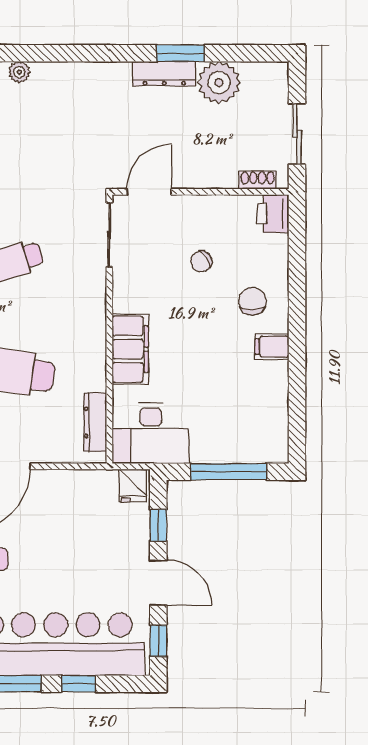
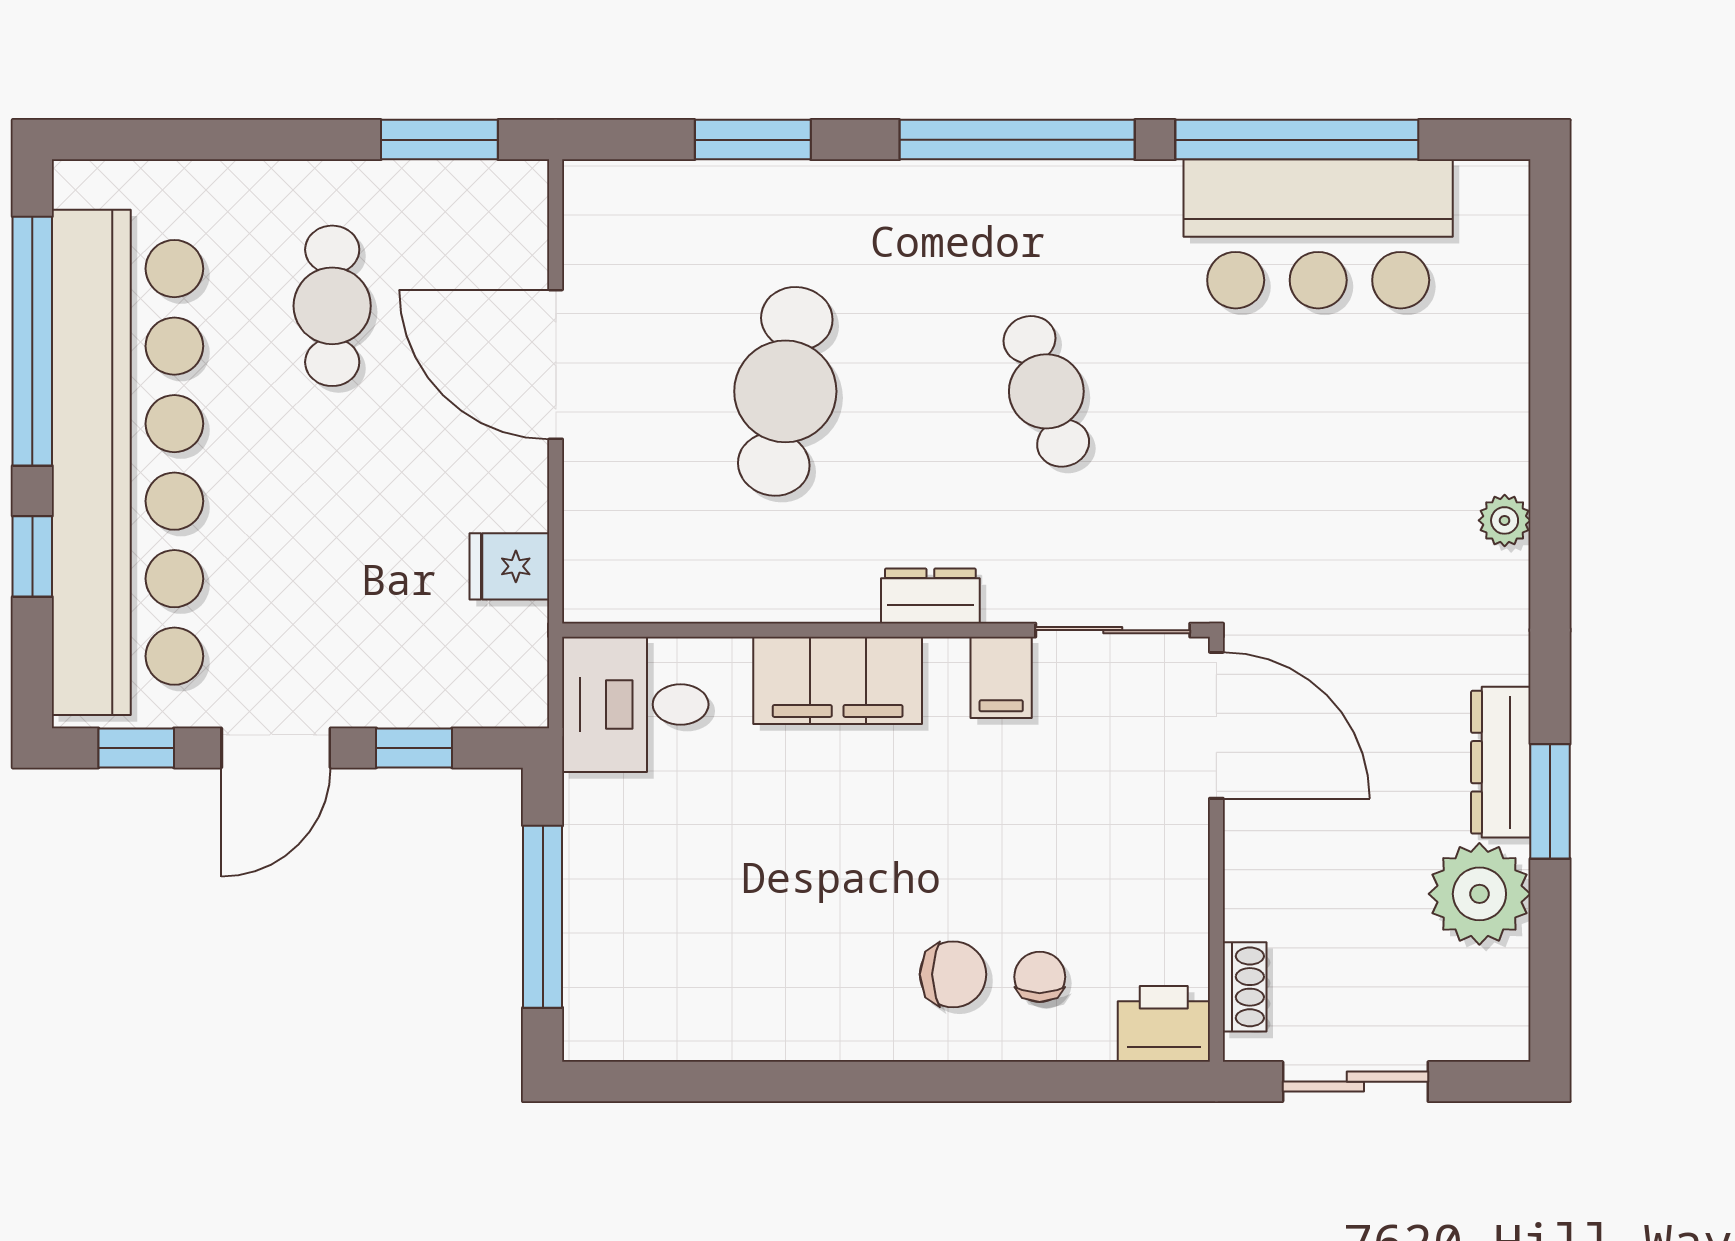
plant: (19, 72) -> (1505, 520), moved
door: (149, 192) -> (1216, 725), width x1.36
chair: (201, 261) -> (1040, 977), moved, turned 34
filing cabinet: (272, 347) -> (1001, 677), moved, turned 180
dresser: (95, 422) -> (930, 596), moved, width x0.70
desk: (151, 433) -> (635, 704), width x0.73
fridge: (133, 486) -> (509, 566), moved

